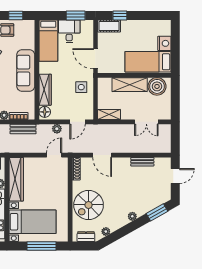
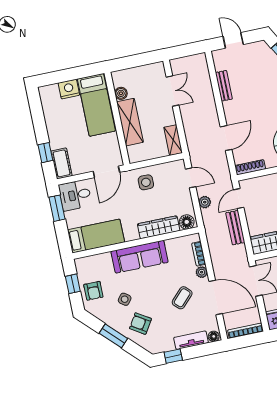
desk: (69, 31) -> (75, 195), moved
boiler: (157, 86) -> (121, 93), width x0.54, depth x0.54
bench: (23, 129) -> (235, 228), moved
door: (54, 155) -> (239, 199), hinge flipped

